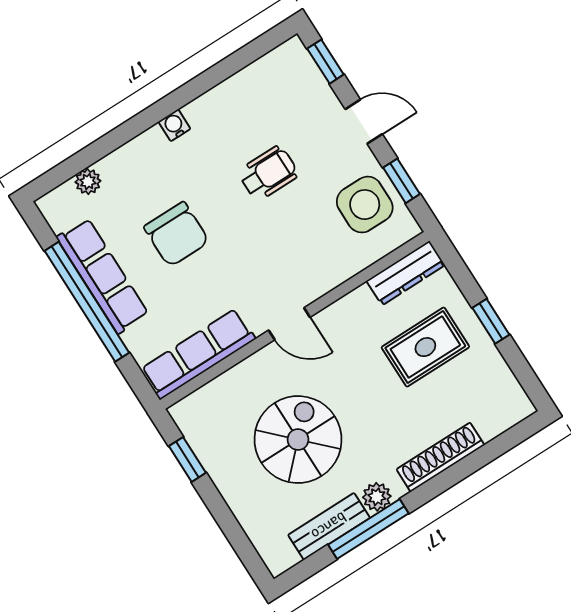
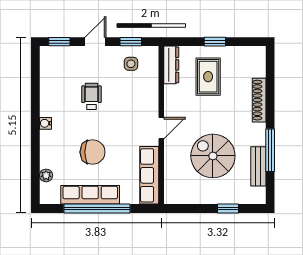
side table: (365, 205) -> (131, 64), width x0.54, depth x0.54
window: (187, 459) -> (228, 209), moved
plant: (377, 497) -> (259, 138), removed

